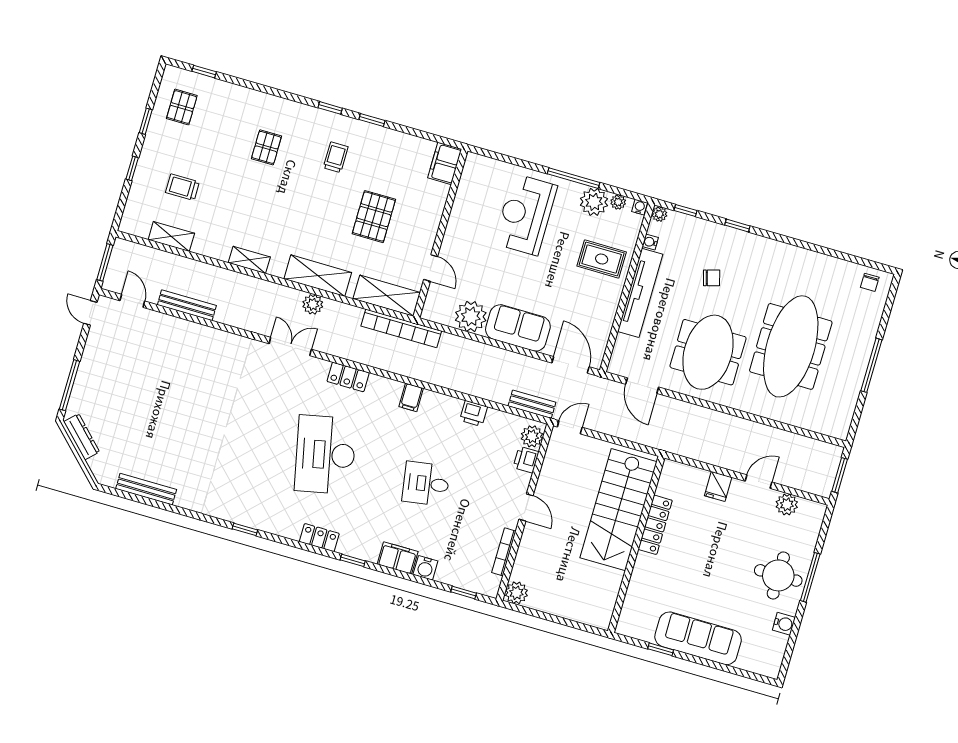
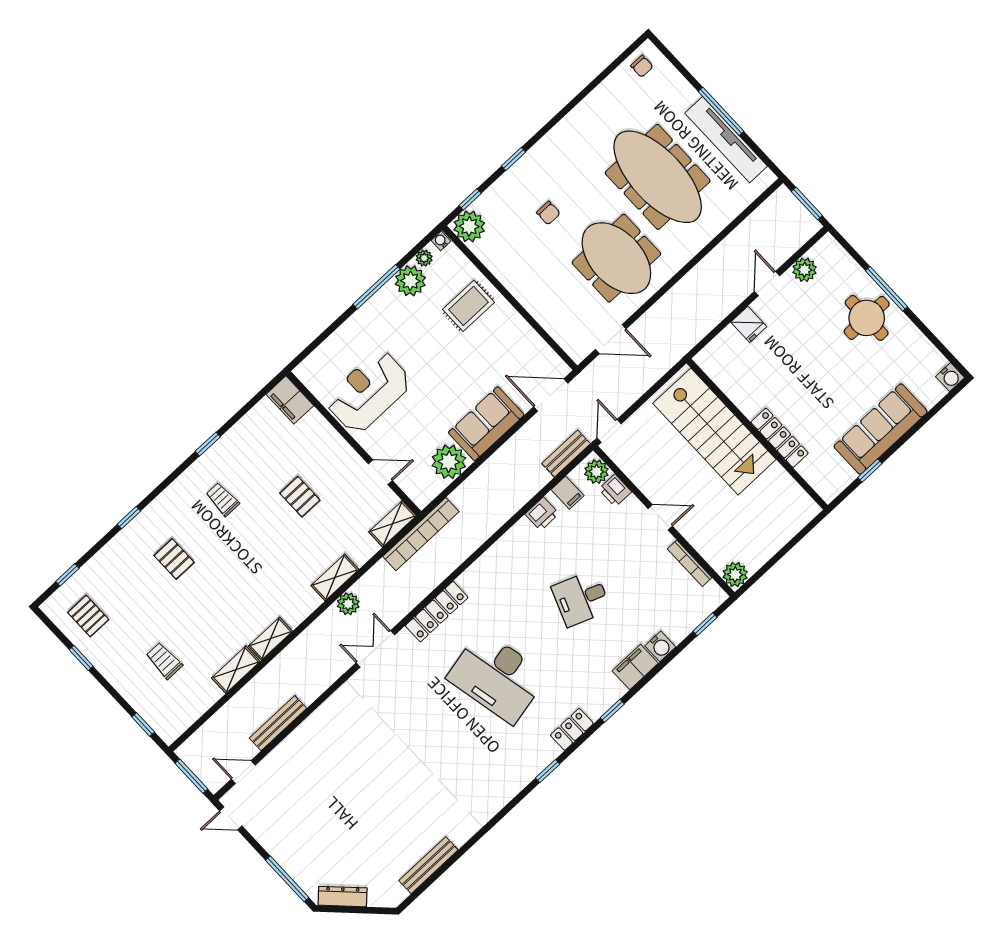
window: (330, 108) -> (129, 518), moved
window: (132, 168) -> (143, 724), moved
trolley: (182, 187) -> (164, 661), turned 90
plant: (659, 214) -> (469, 226), width x1.87, depth x1.87
reception desk: (526, 215) -> (368, 392), moved, turned 90
pallet: (374, 217) -> (300, 497), width x0.67, depth x0.71
shelving: (171, 237) -> (236, 670), moved
water cooler: (650, 242) -> (480, 250), removed
shelving: (318, 276) -> (335, 578), width x0.67, depth x0.75
chair: (712, 278) -> (548, 213), turned 106
tv unit: (640, 293) -> (726, 140), moved, turned 180
shelving: (387, 296) -> (393, 524), width x0.67, depth x0.75
locker: (348, 377) -> (437, 612), width x1.53
filing cabinet: (411, 397) -> (568, 493), moved
desk: (426, 484) -> (581, 598), turned 30
locker: (655, 525) -> (780, 438), moved
window: (245, 529) -> (548, 771), moved
water cooler: (784, 624) -> (950, 377), moved, turned 90

